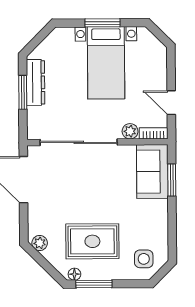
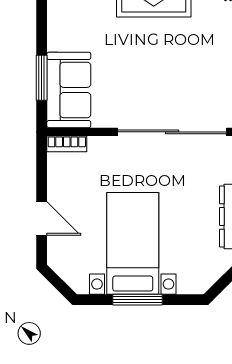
door: (171, 103) -> (42, 218), moved
plant: (130, 131) -> (100, 147), removed

